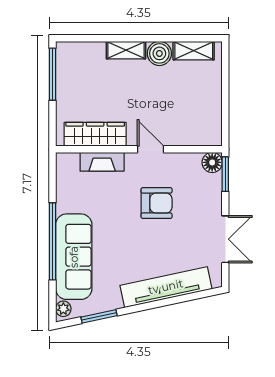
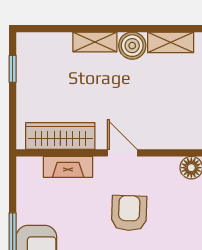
window: (53, 74) -> (13, 69), width x0.46
armchair: (157, 203) -> (129, 213), turned -88

